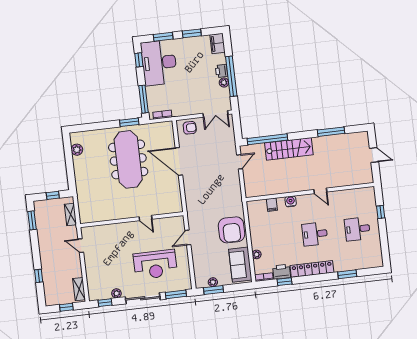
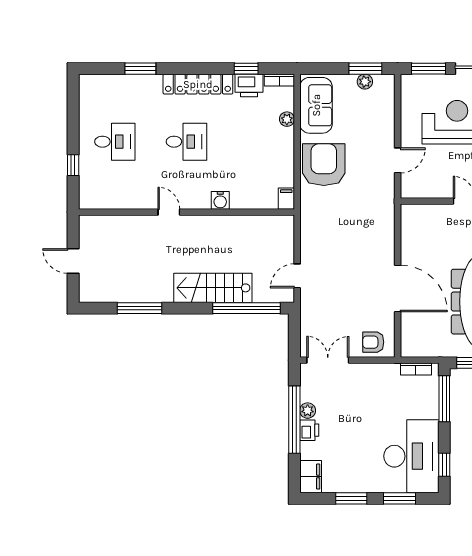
filing cabinet: (272, 205) -> (286, 199), moved

